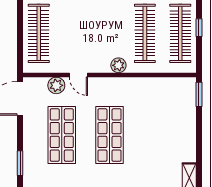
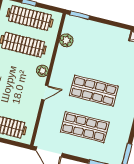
door: (78, 75) -> (45, 93), moved
plant: (56, 85) -> (66, 40), moved

